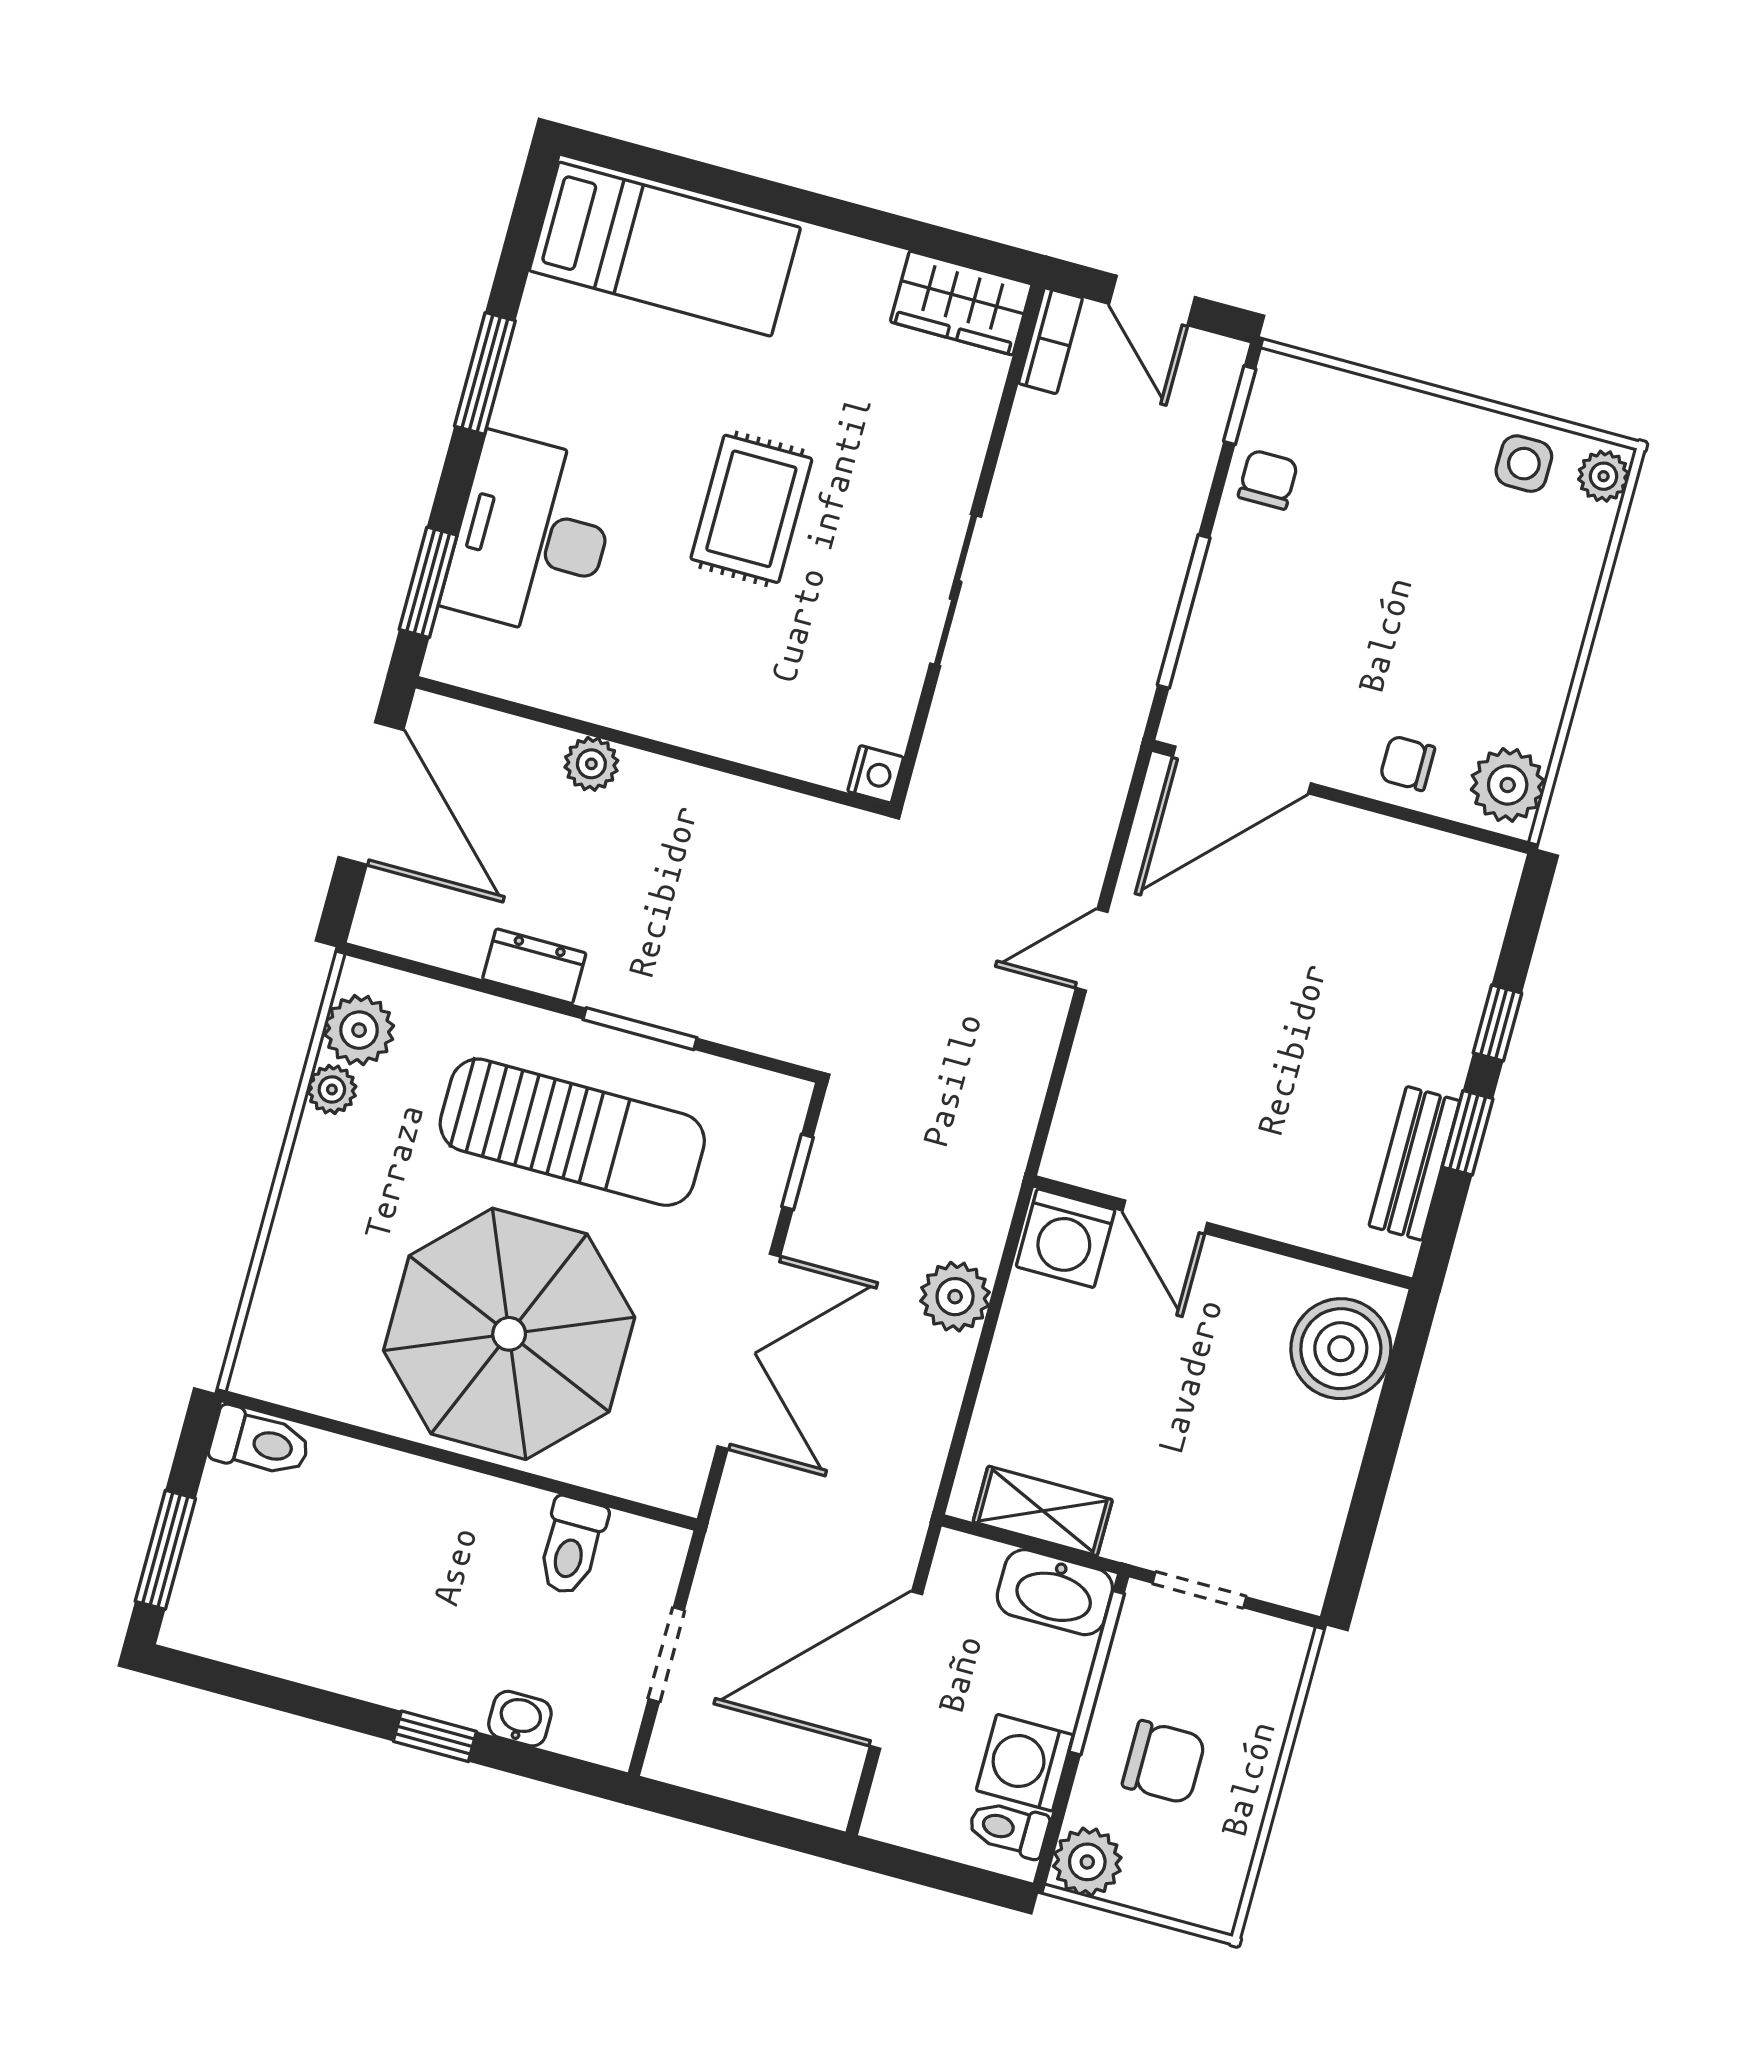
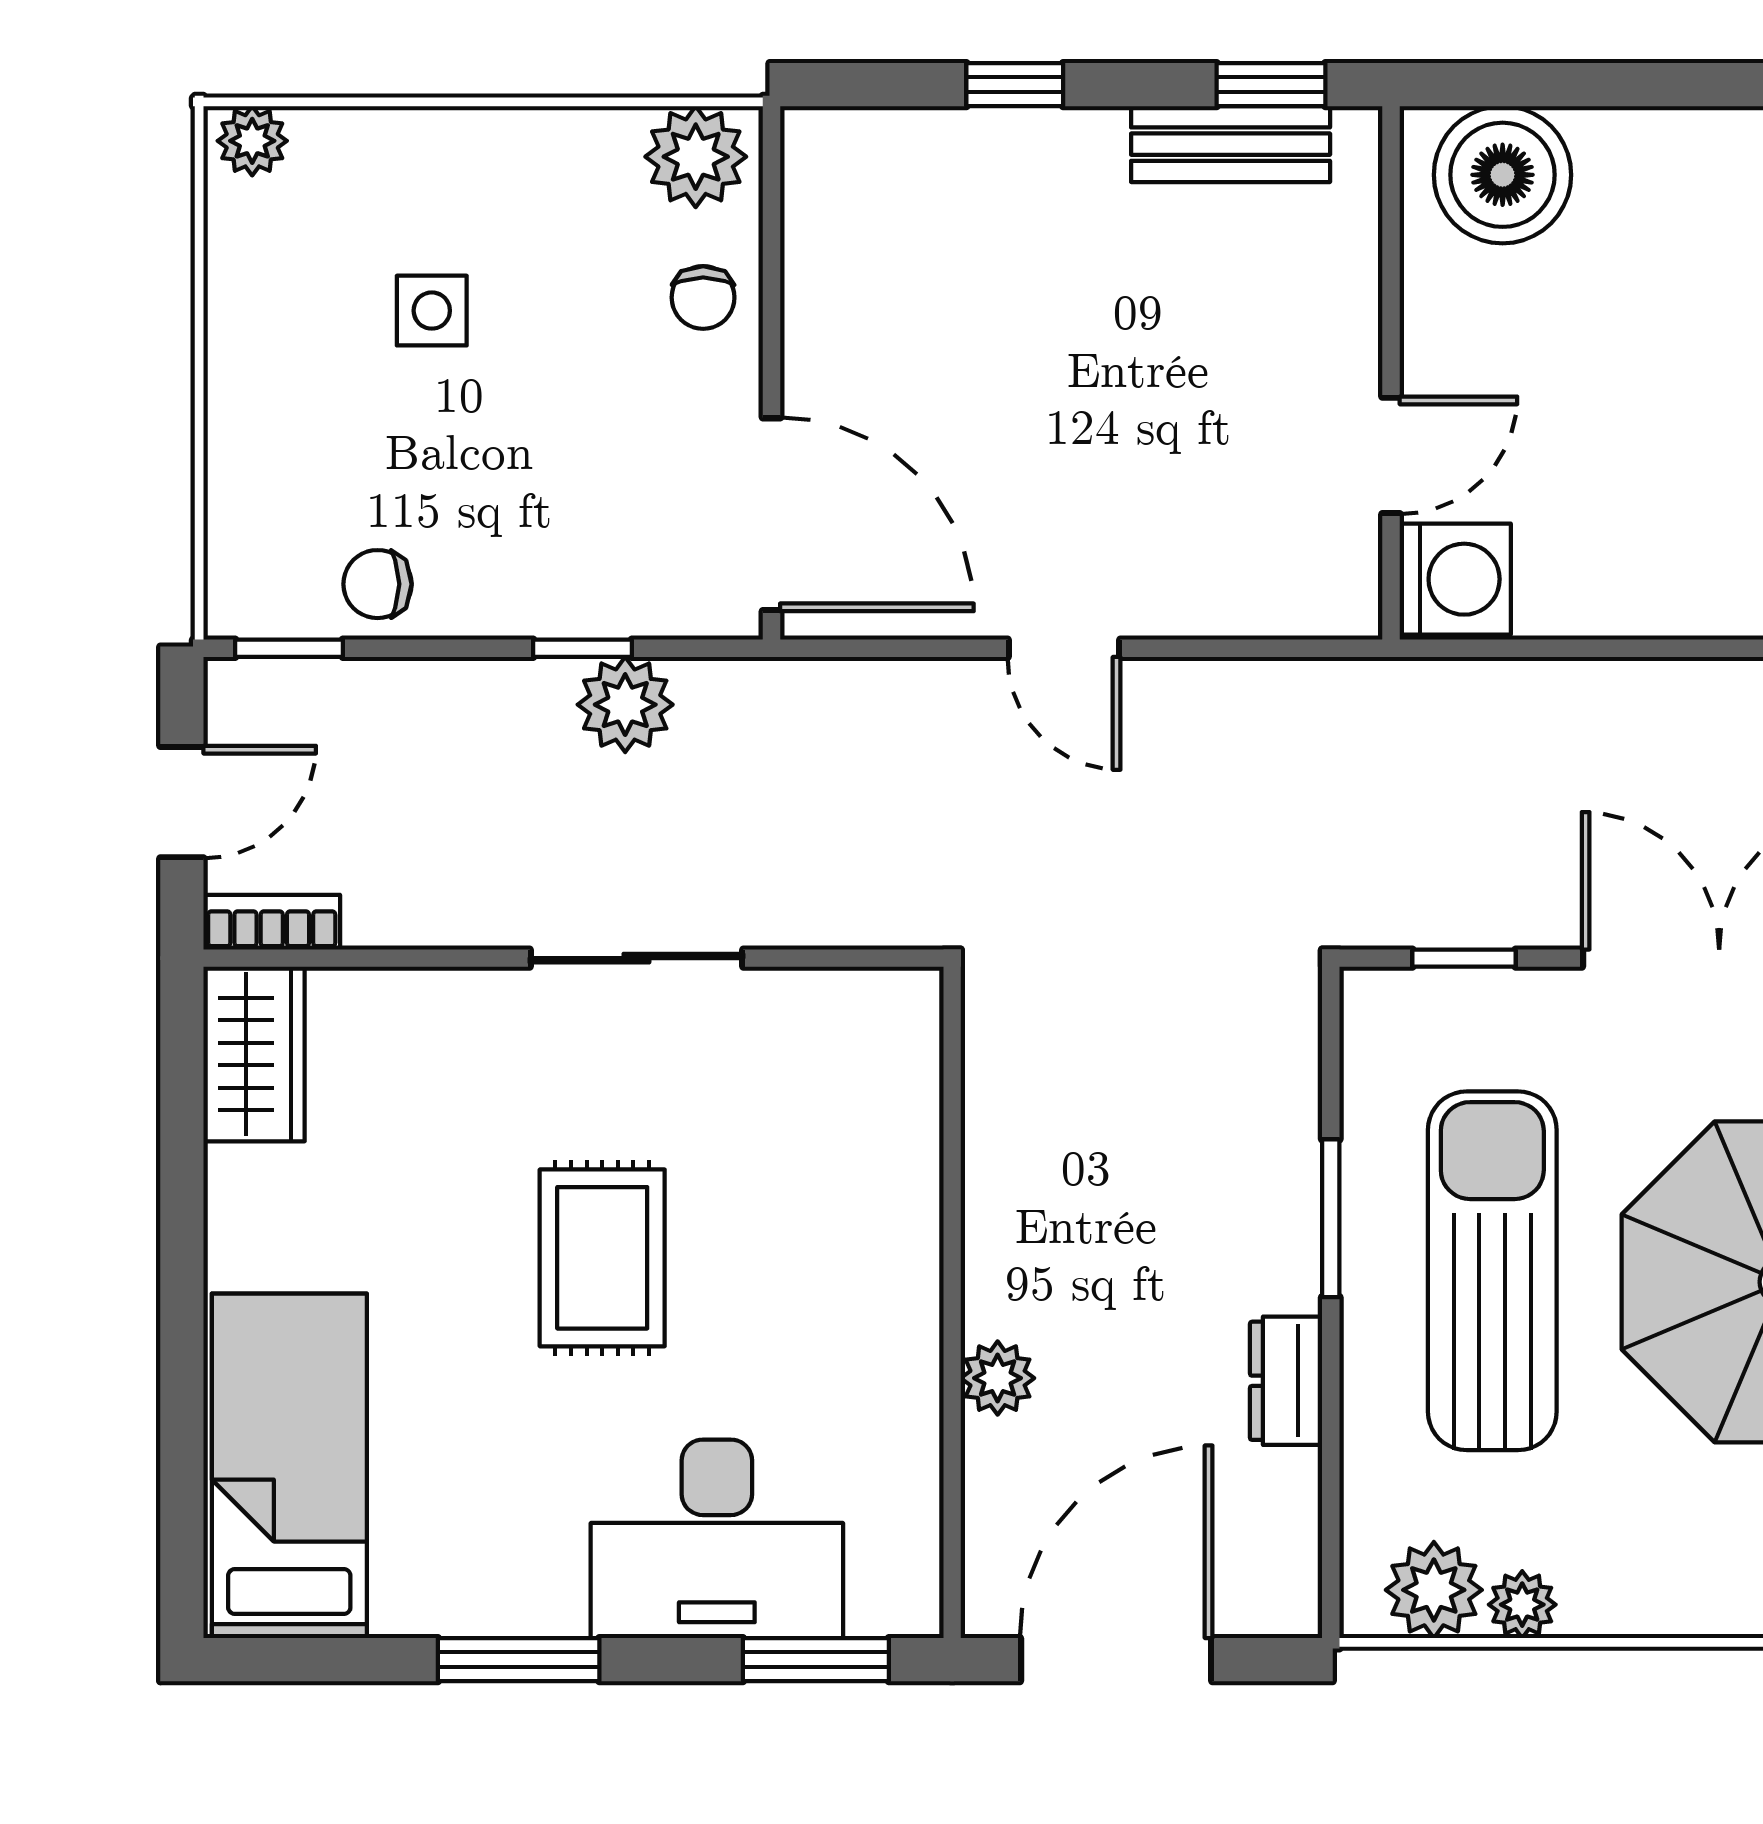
side table: (1524, 464) -> (432, 311), moved
rug: (751, 509) -> (602, 1258), turned 90
window: (1184, 611) -> (582, 648), width x0.46
nightstand: (876, 774) -> (909, 998), removed
window: (1468, 1133) -> (1271, 85), moved
plant: (955, 1297) -> (625, 705), moved

